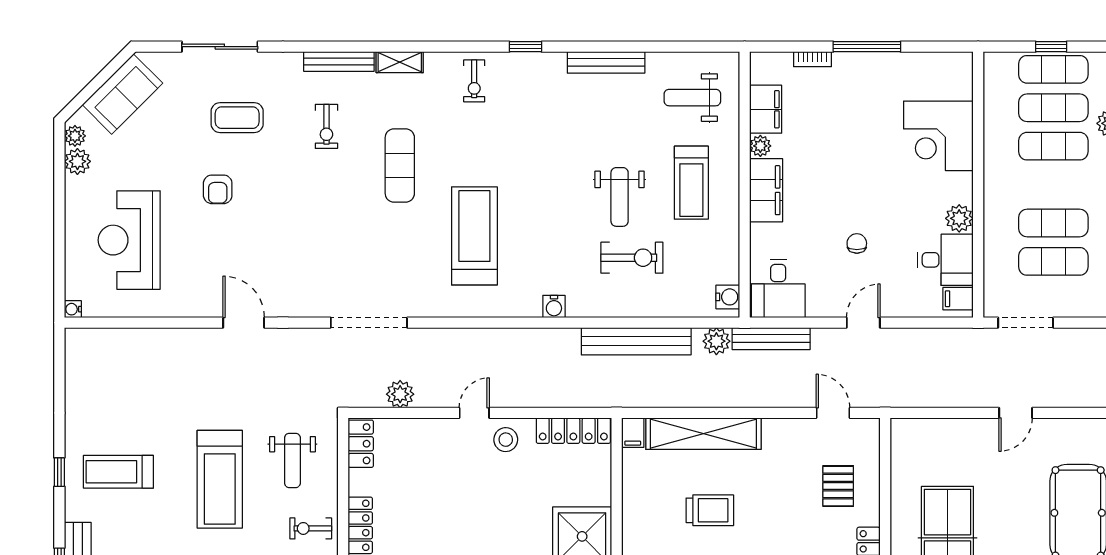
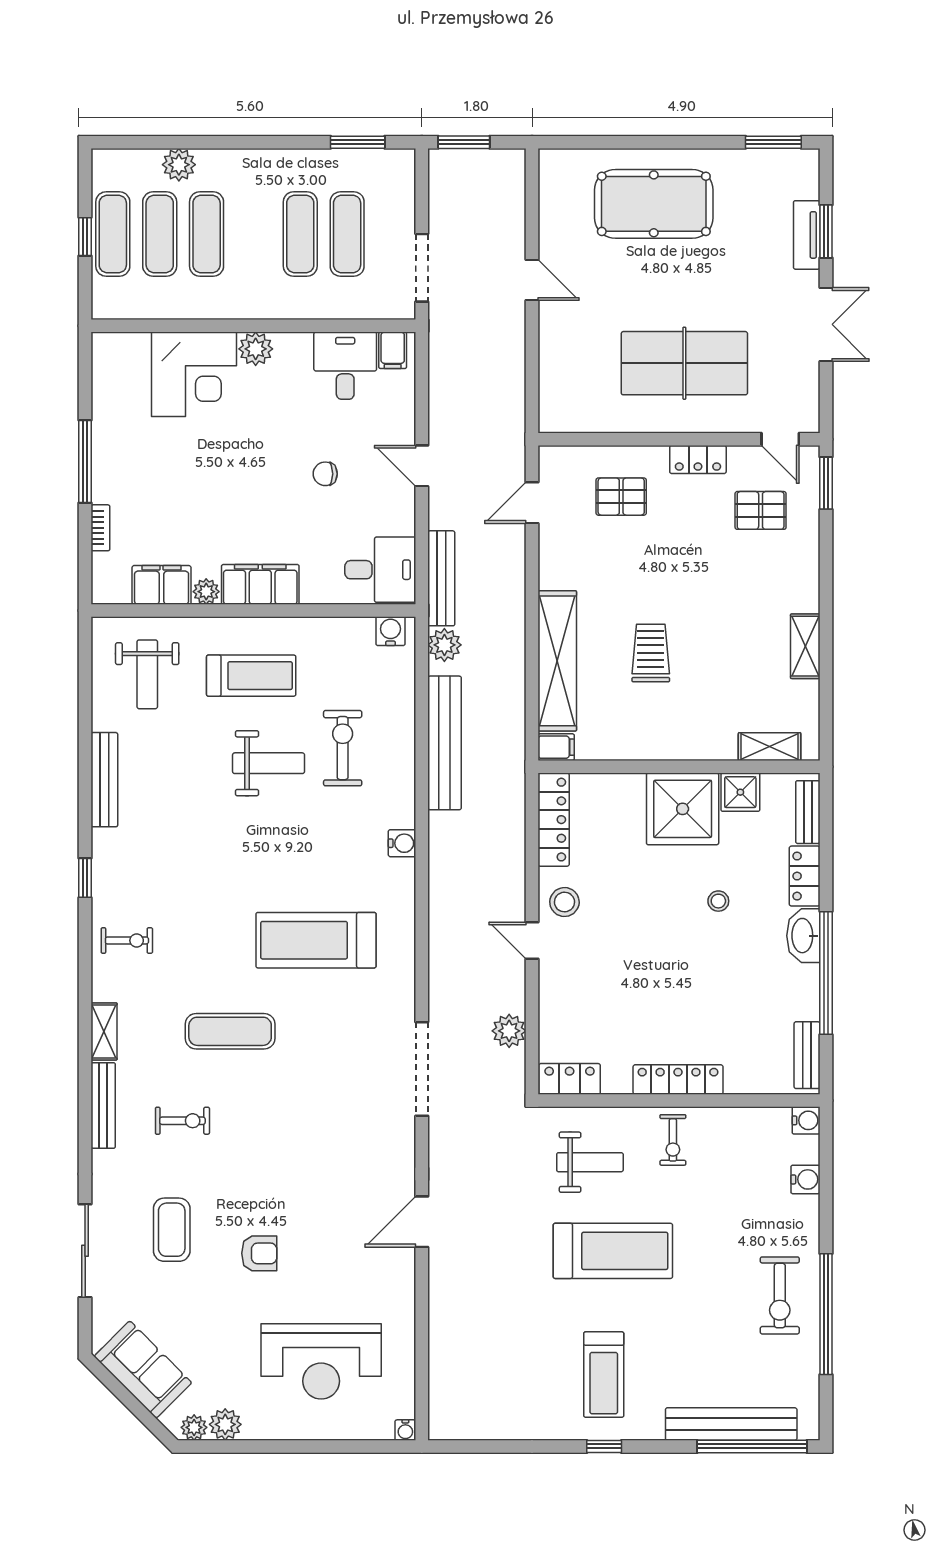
plant: (959, 218) -> (256, 349), moved

